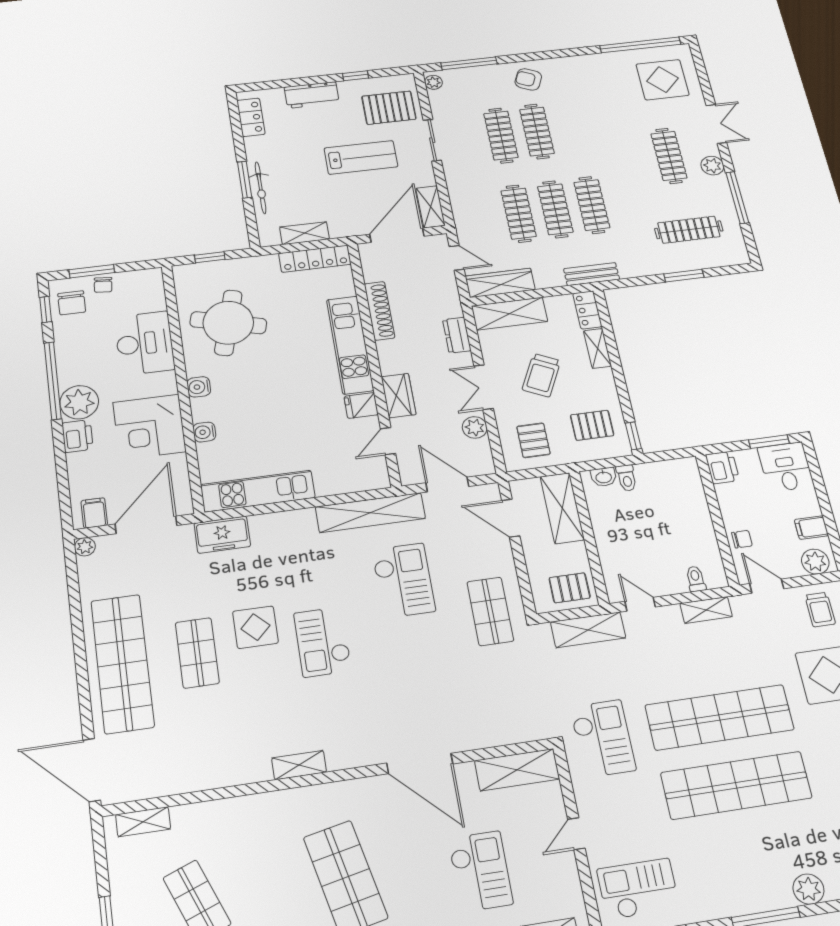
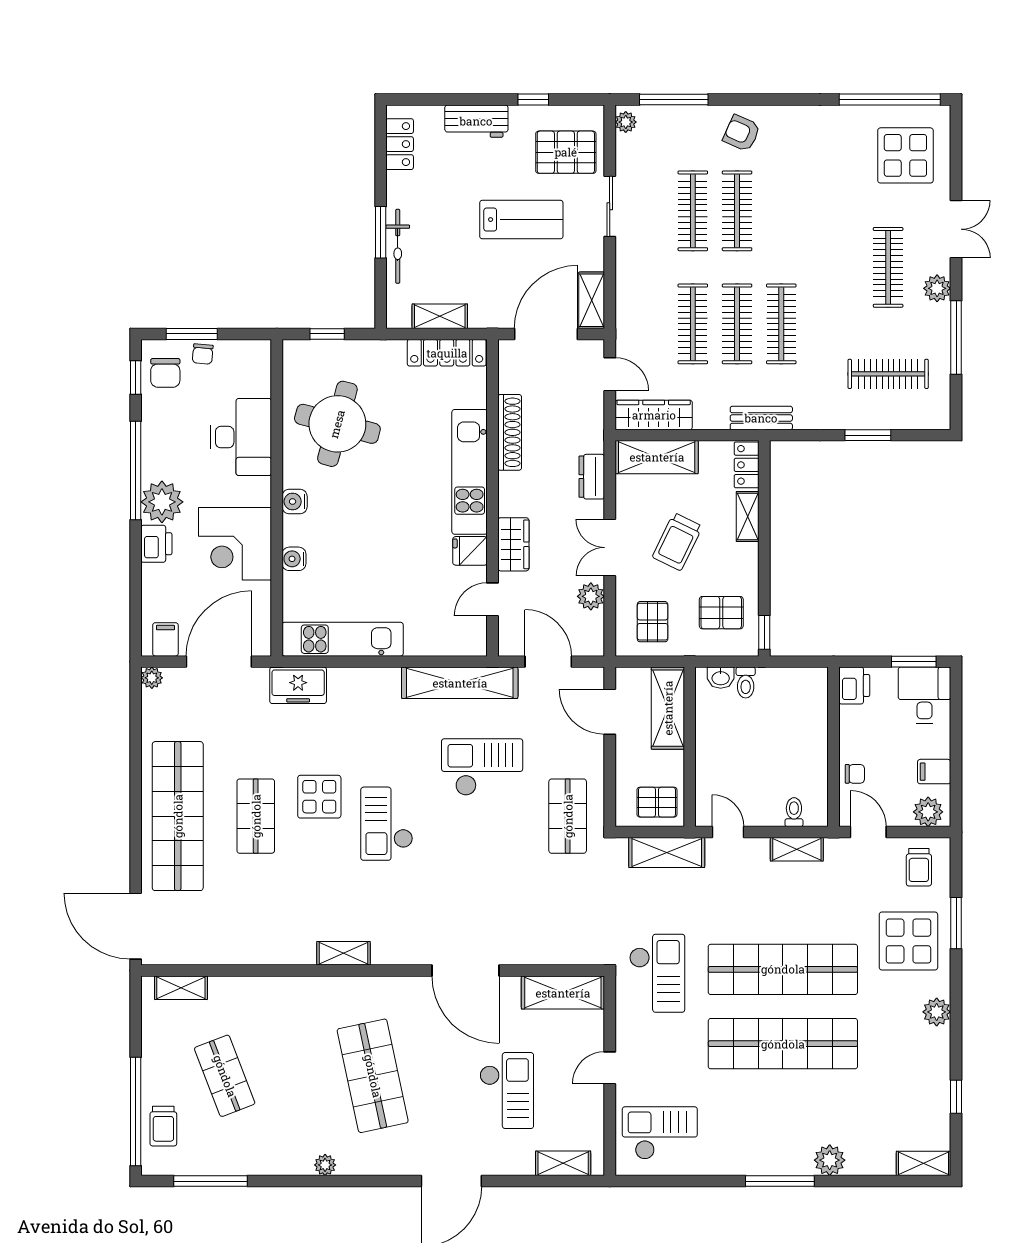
checkout: (403, 580) -> (482, 767), turned -90

